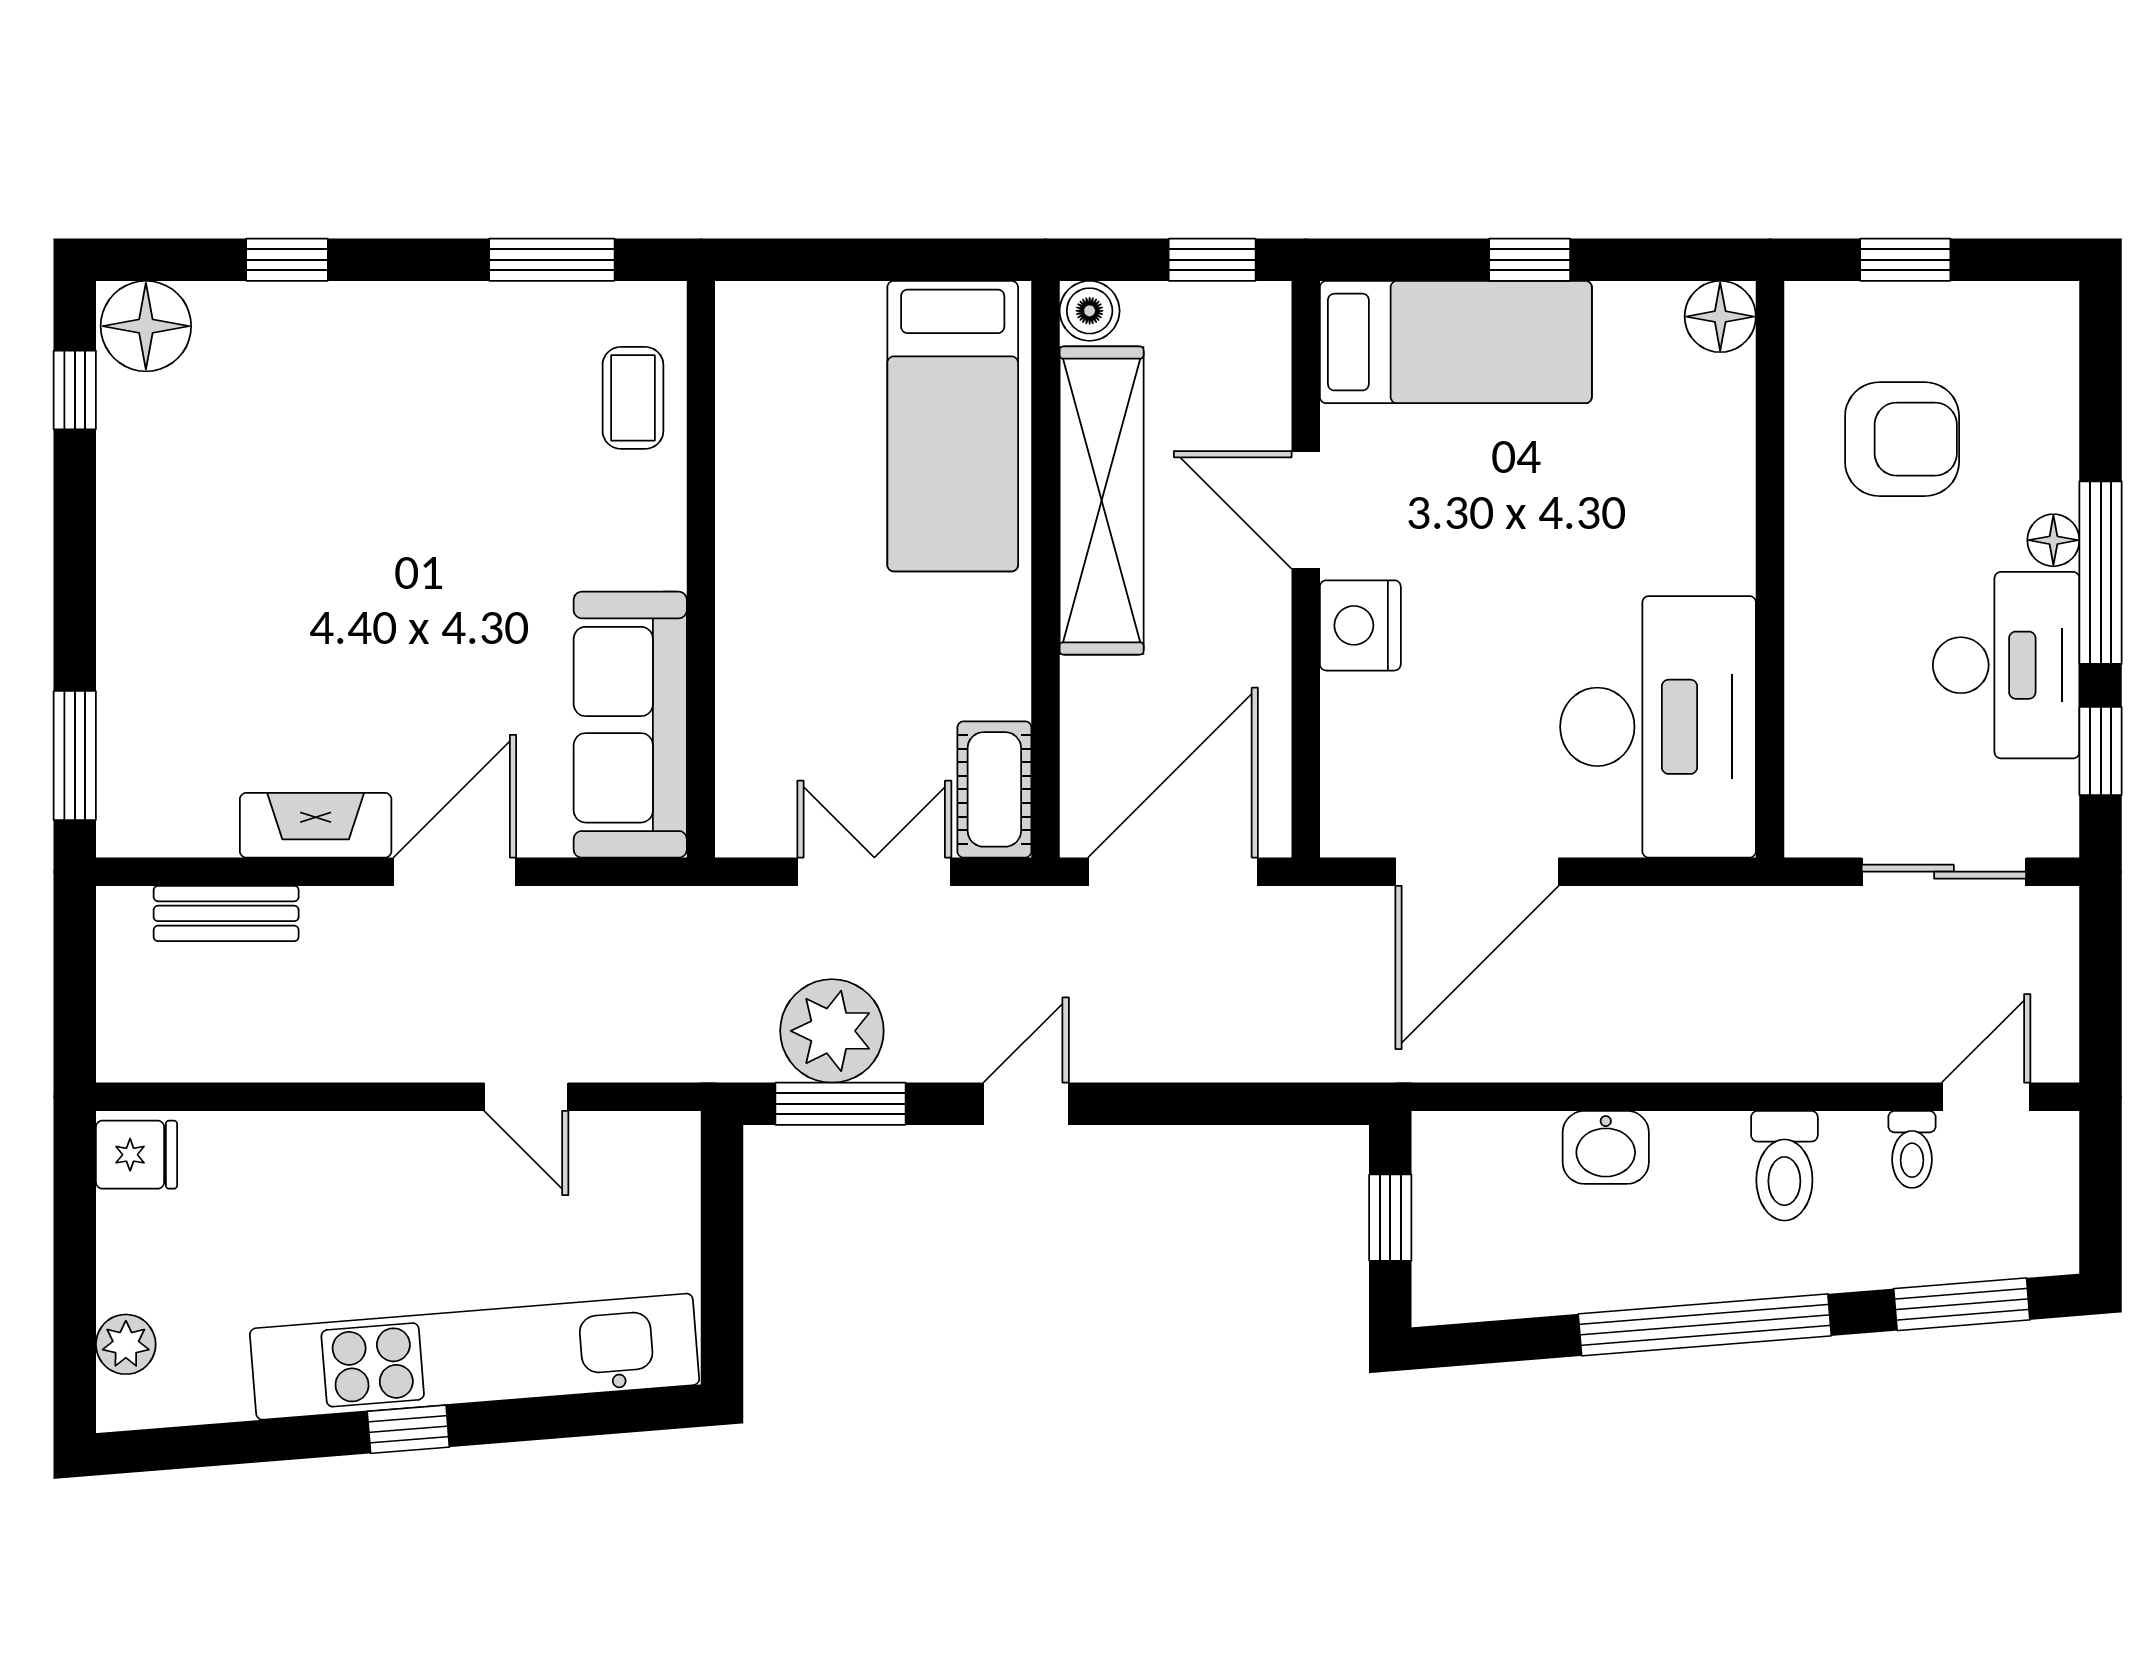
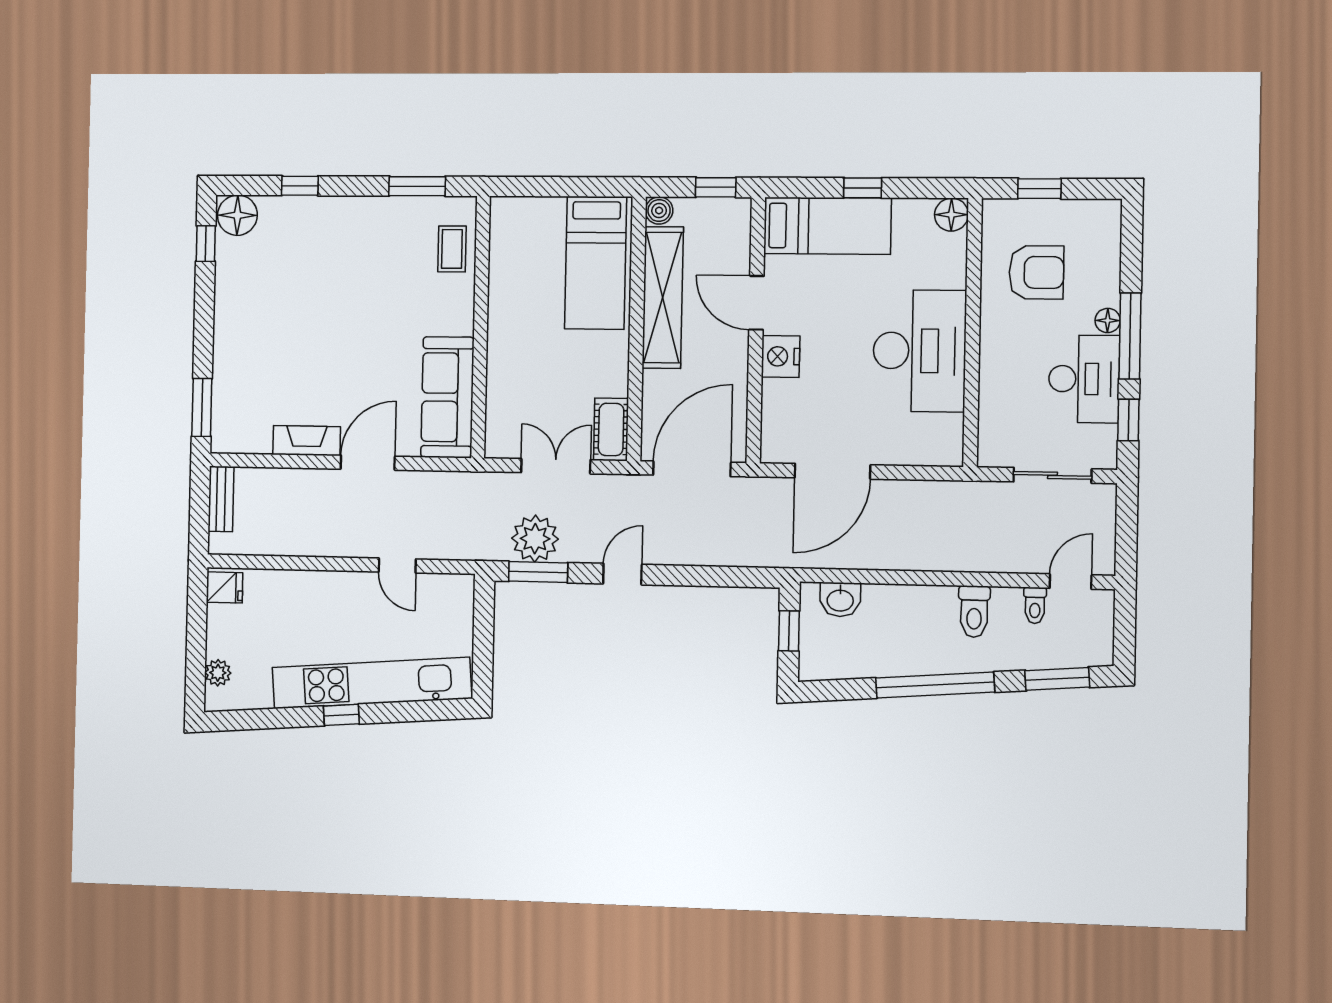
desk: (1658, 727) -> (920, 351), moved
bench: (226, 913) -> (221, 499), moved, turned 90
washbasin: (1606, 1147) -> (840, 600), moved

